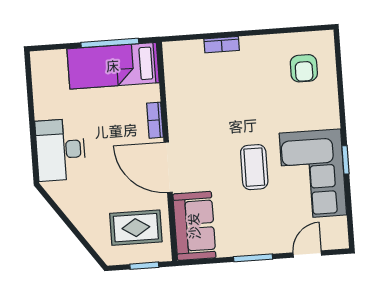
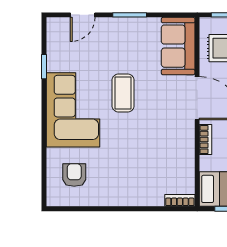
bookcase: (222, 45) -> (180, 200), moved
window: (345, 160) -> (44, 67), moved
corner sofa: (313, 174) -> (73, 110), moved

